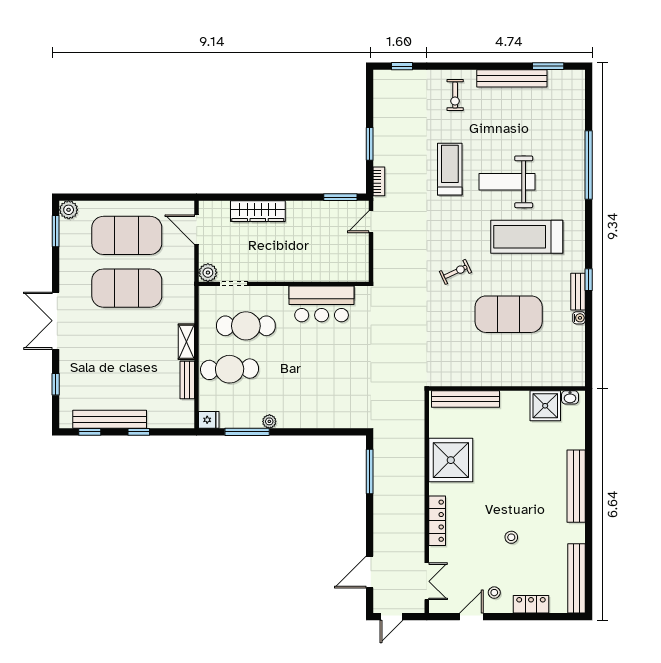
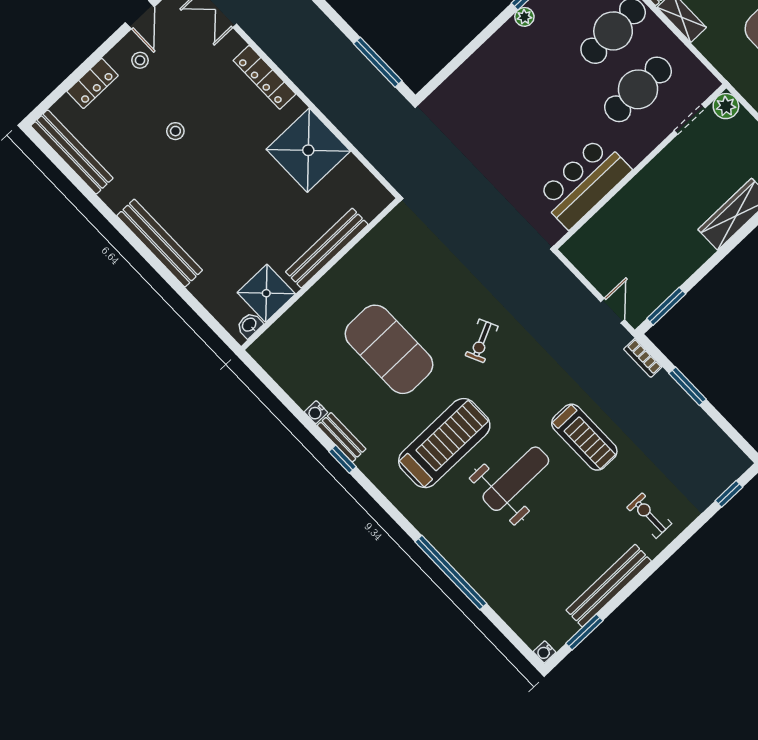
water cooler: (579, 76) -> (545, 652), added
exercise mat: (509, 314) -> (389, 349), turned 90
bench: (465, 399) -> (327, 248), moved

